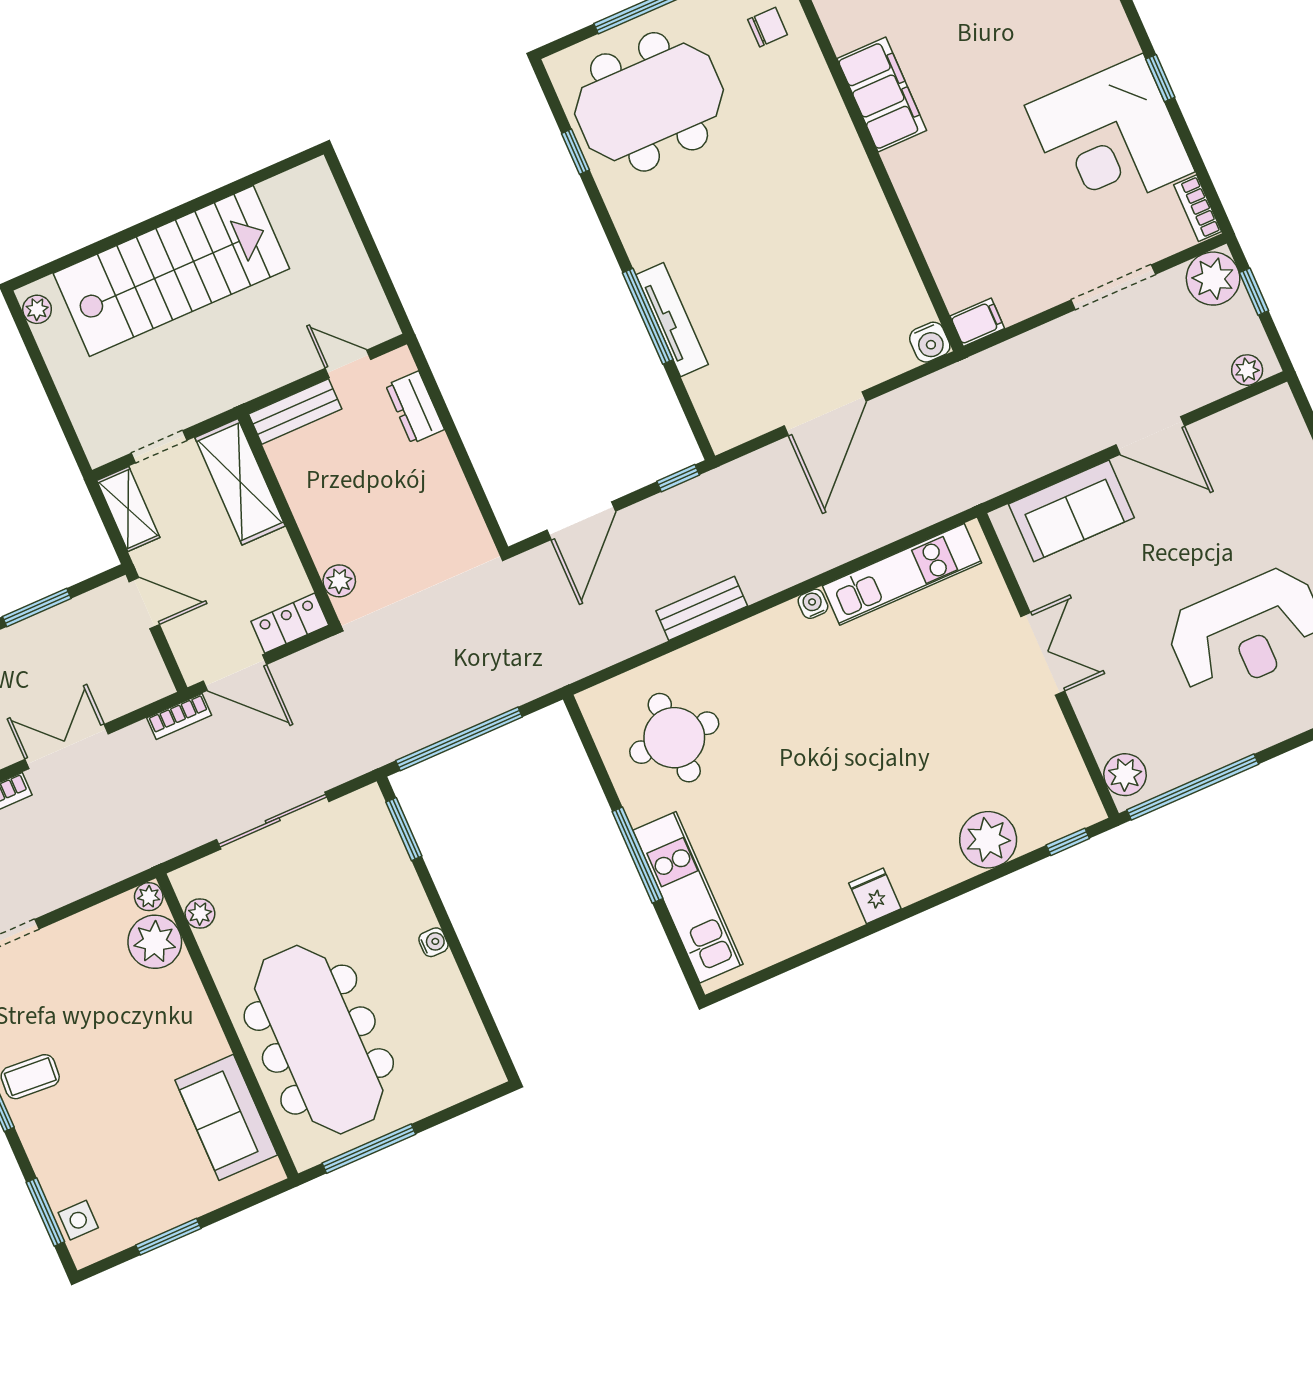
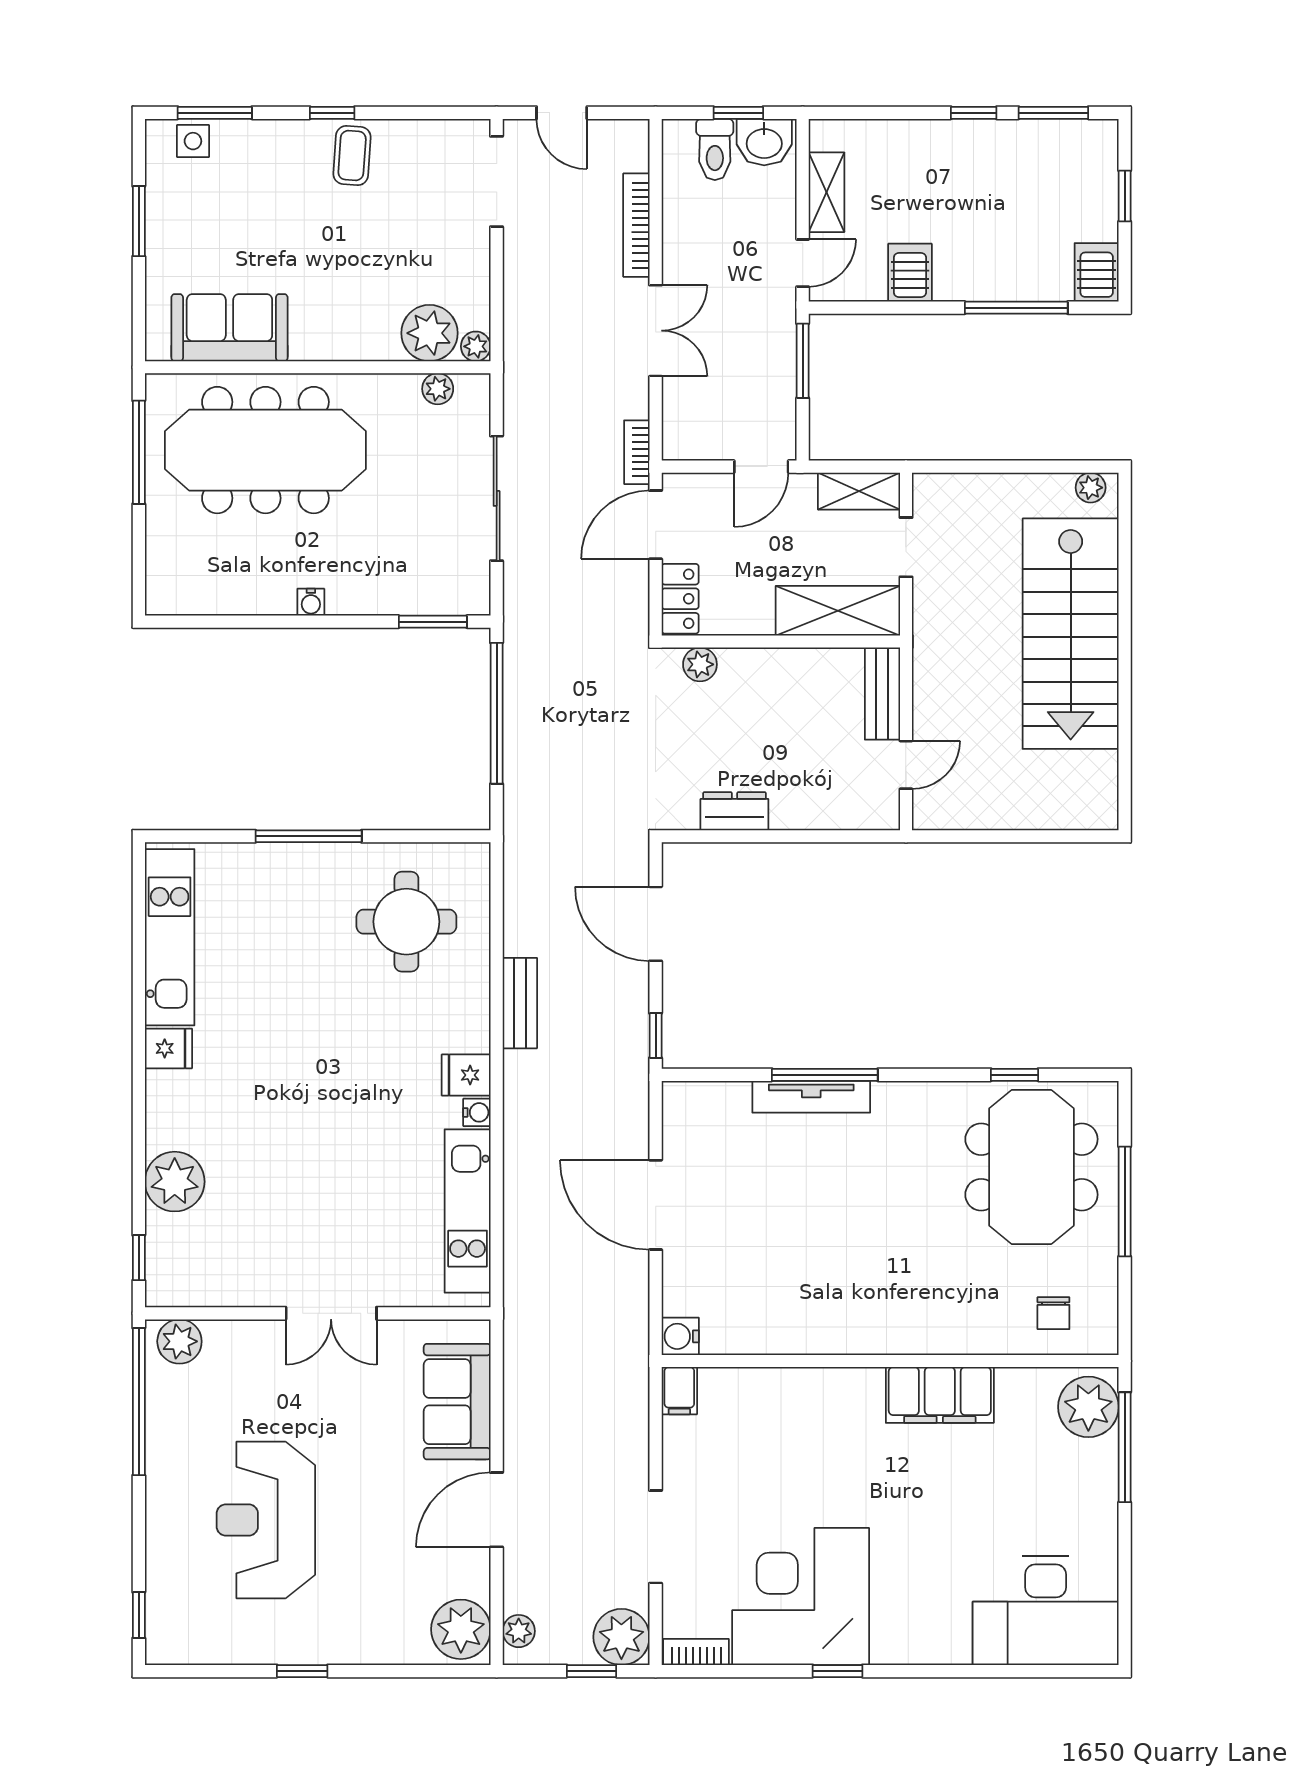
dresser: (415, 407) -> (734, 811), moved
plant: (1268, 421) -> (461, 1629), added
fridge: (785, 627) -> (466, 1075), added
kitchen unit: (688, 897) -> (170, 937), moved, turned -90

